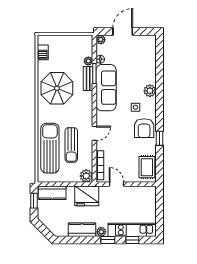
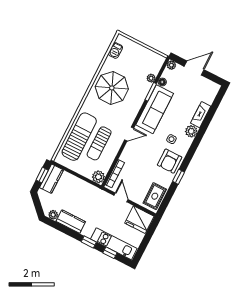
fireplace: (151, 71) -> (201, 115), added
bench: (88, 78) -> (143, 93), removed
door: (94, 133) -> (129, 134), moved
kitchen counter: (52, 193) -> (52, 179), moved, turned -90
fridge: (87, 196) -> (139, 220), moved
plant: (101, 232) -> (53, 215), moved

